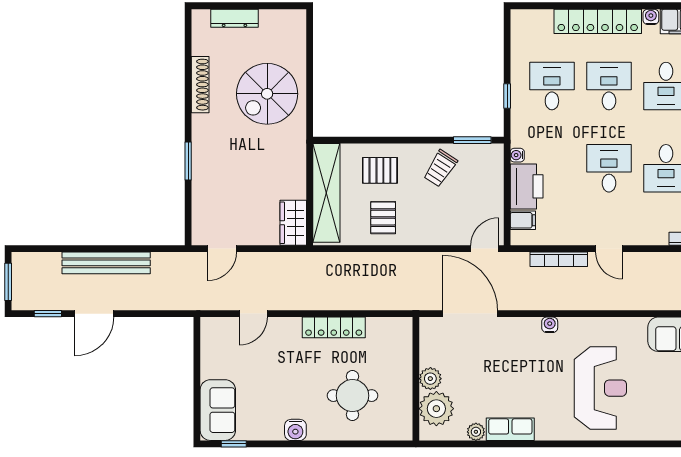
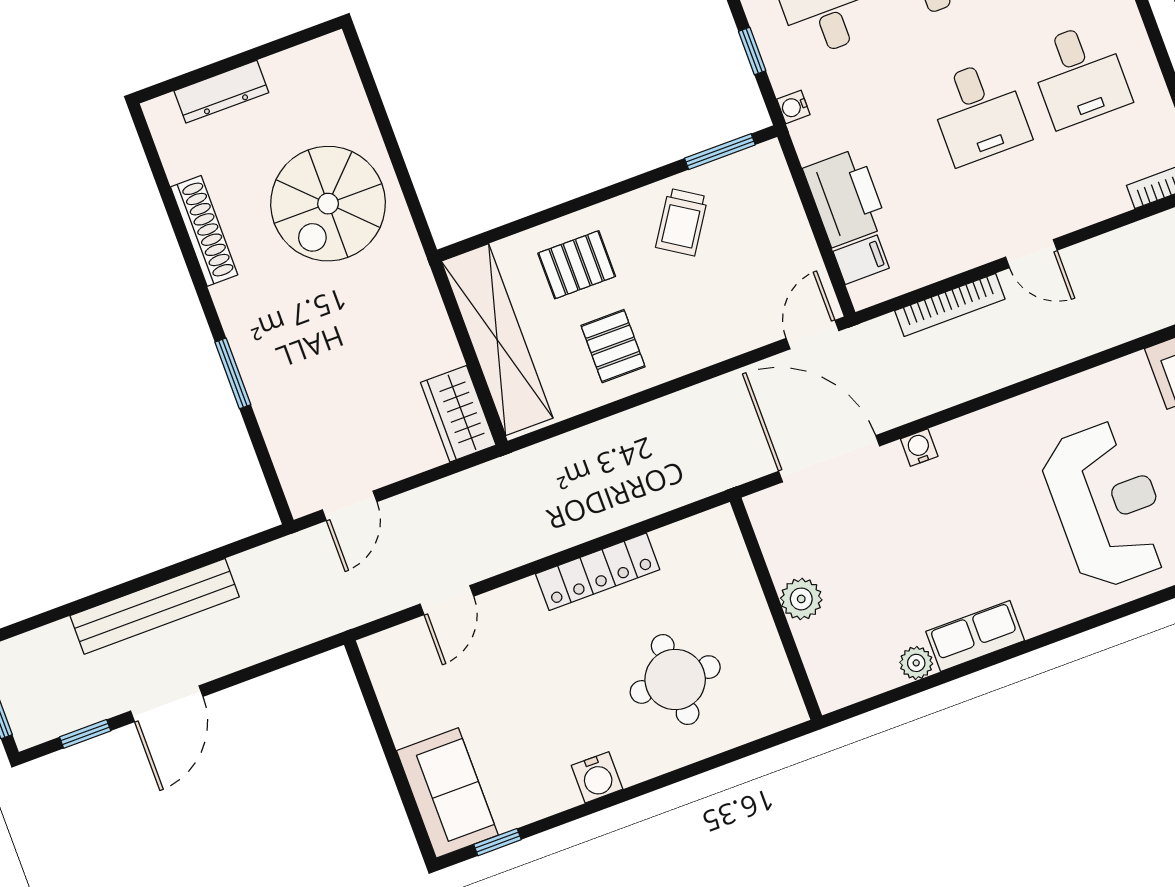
water cooler: (517, 155) -> (793, 107), moved
desk: (609, 168) -> (979, 112), turned 180
water cooler: (550, 325) -> (919, 448), moved
plant: (436, 409) -> (831, 648), removed

